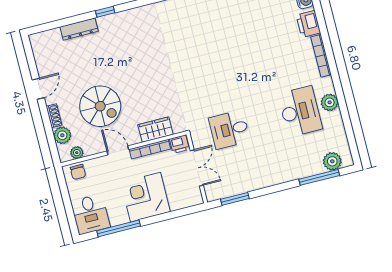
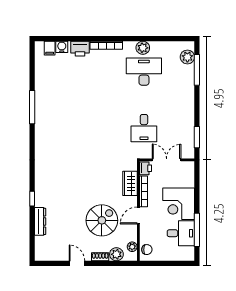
desk: (90, 214) -> (181, 233), moved

